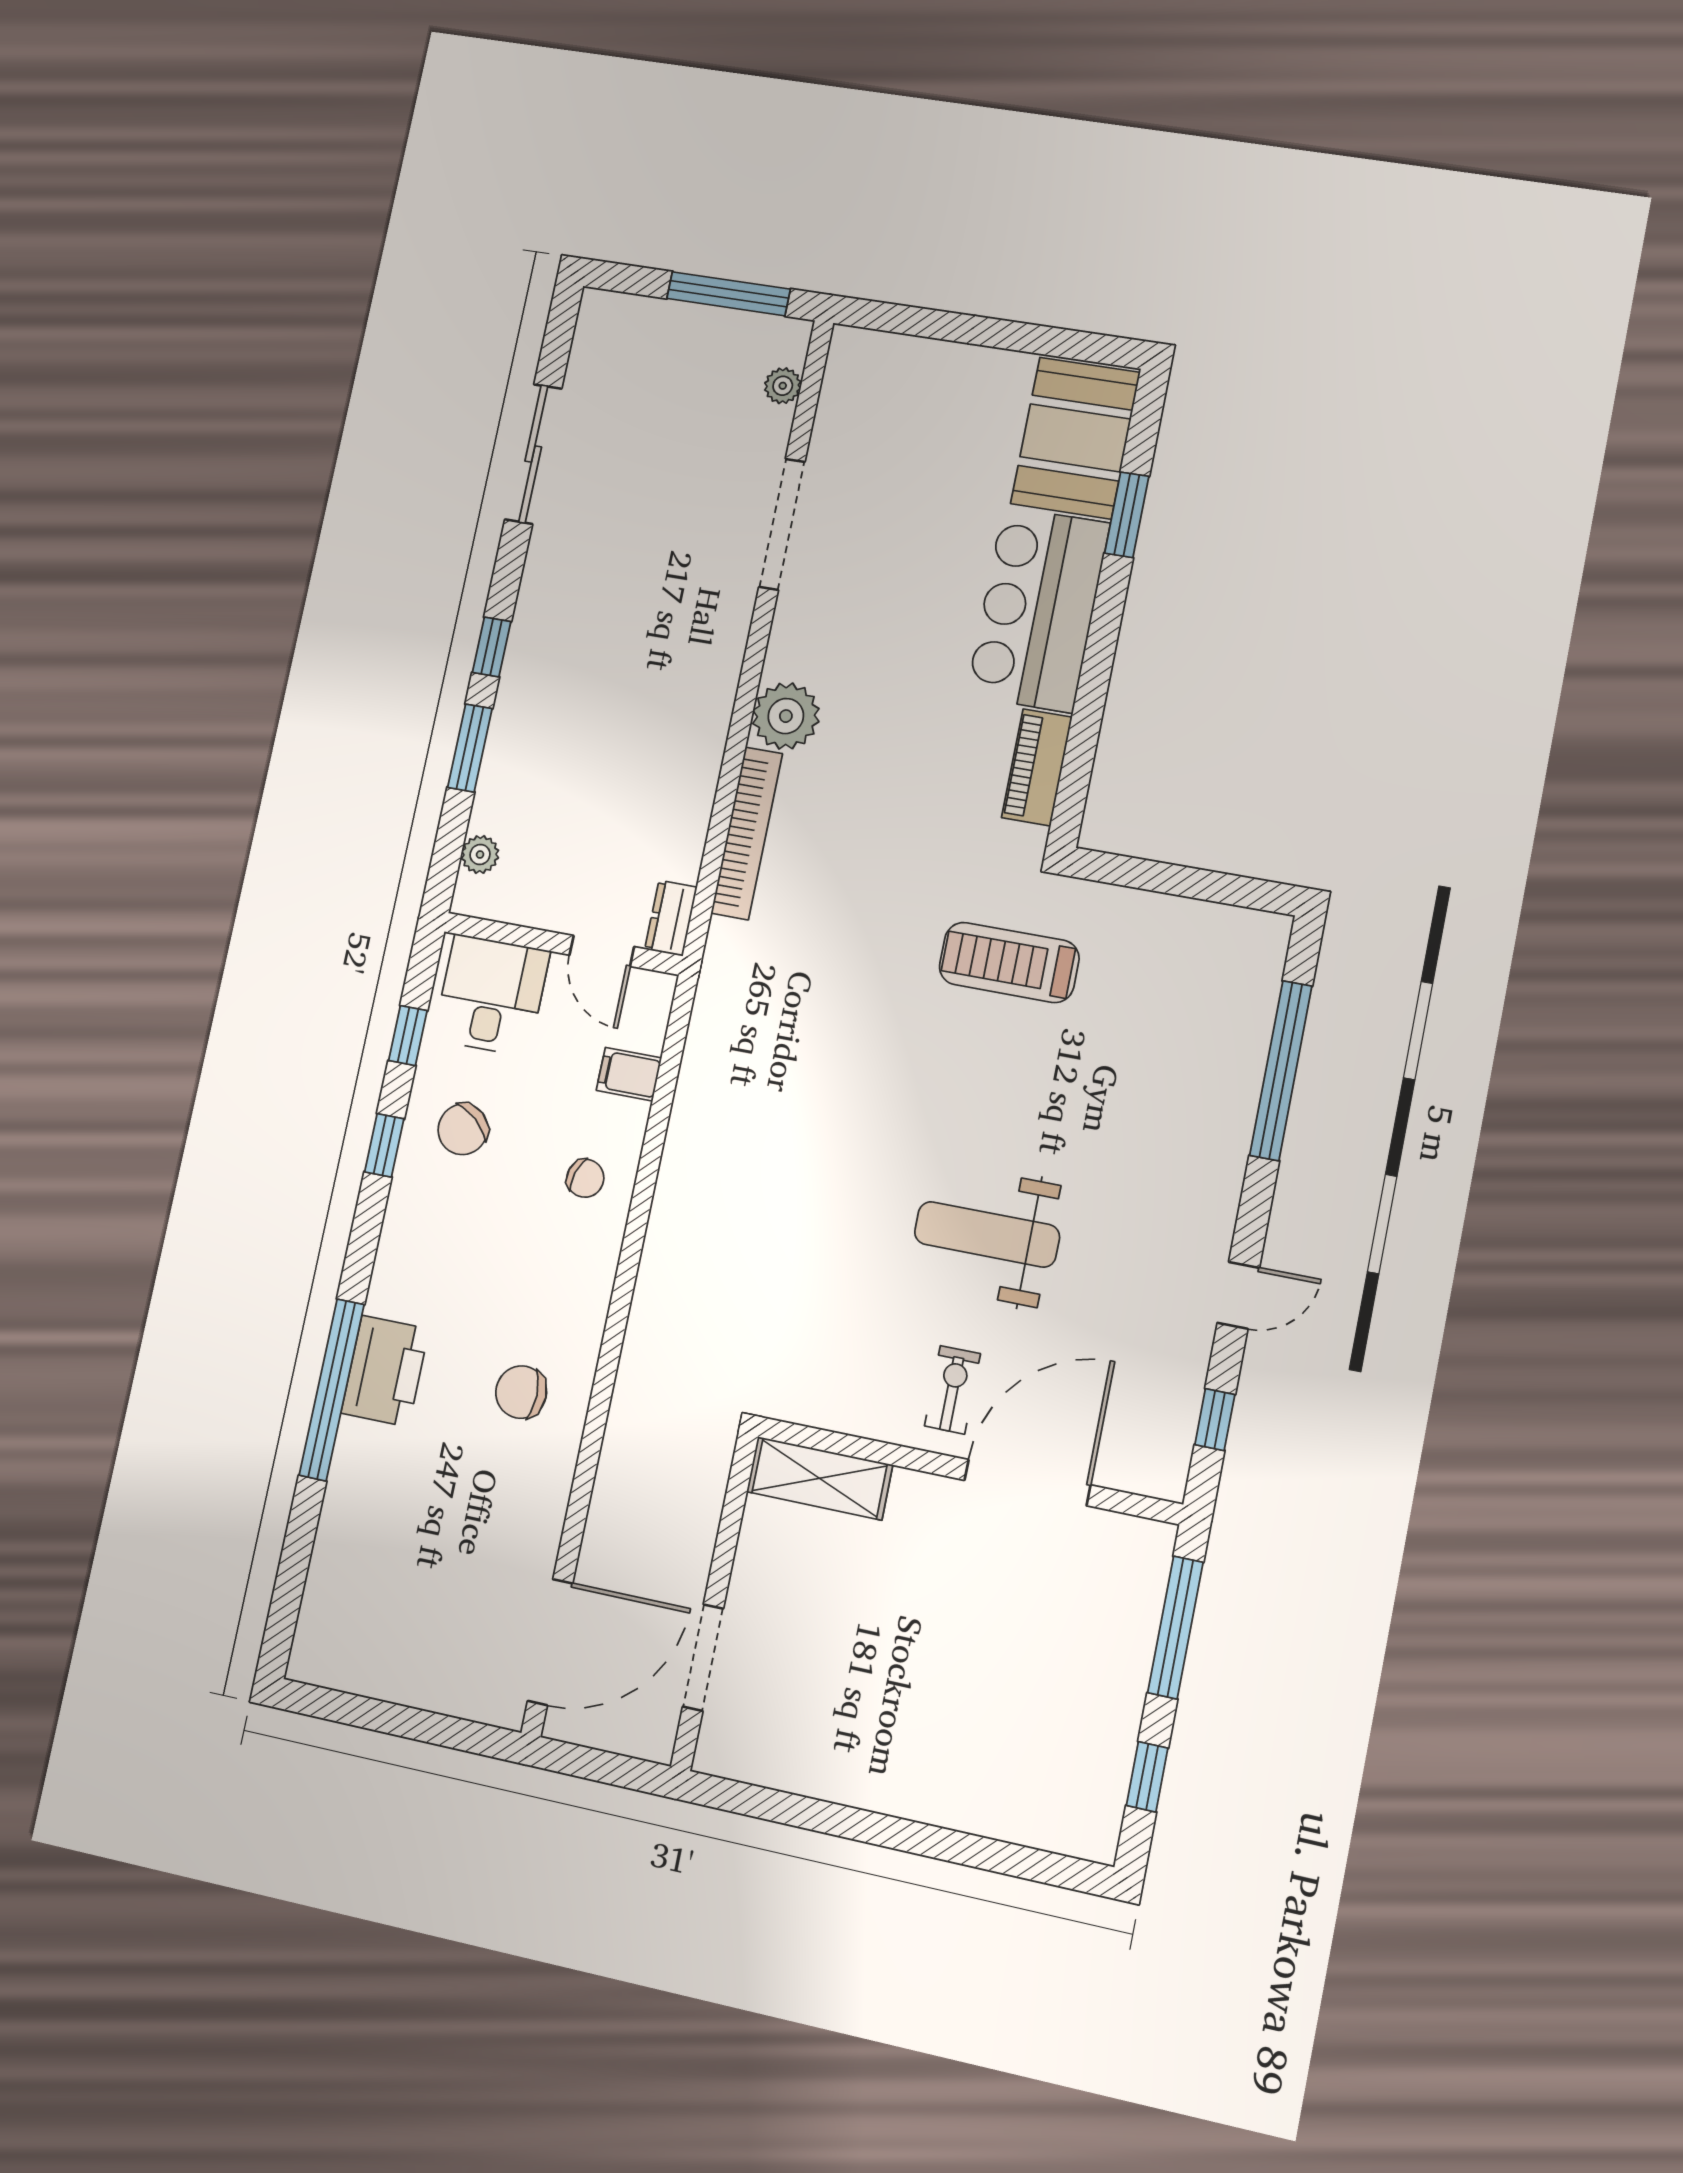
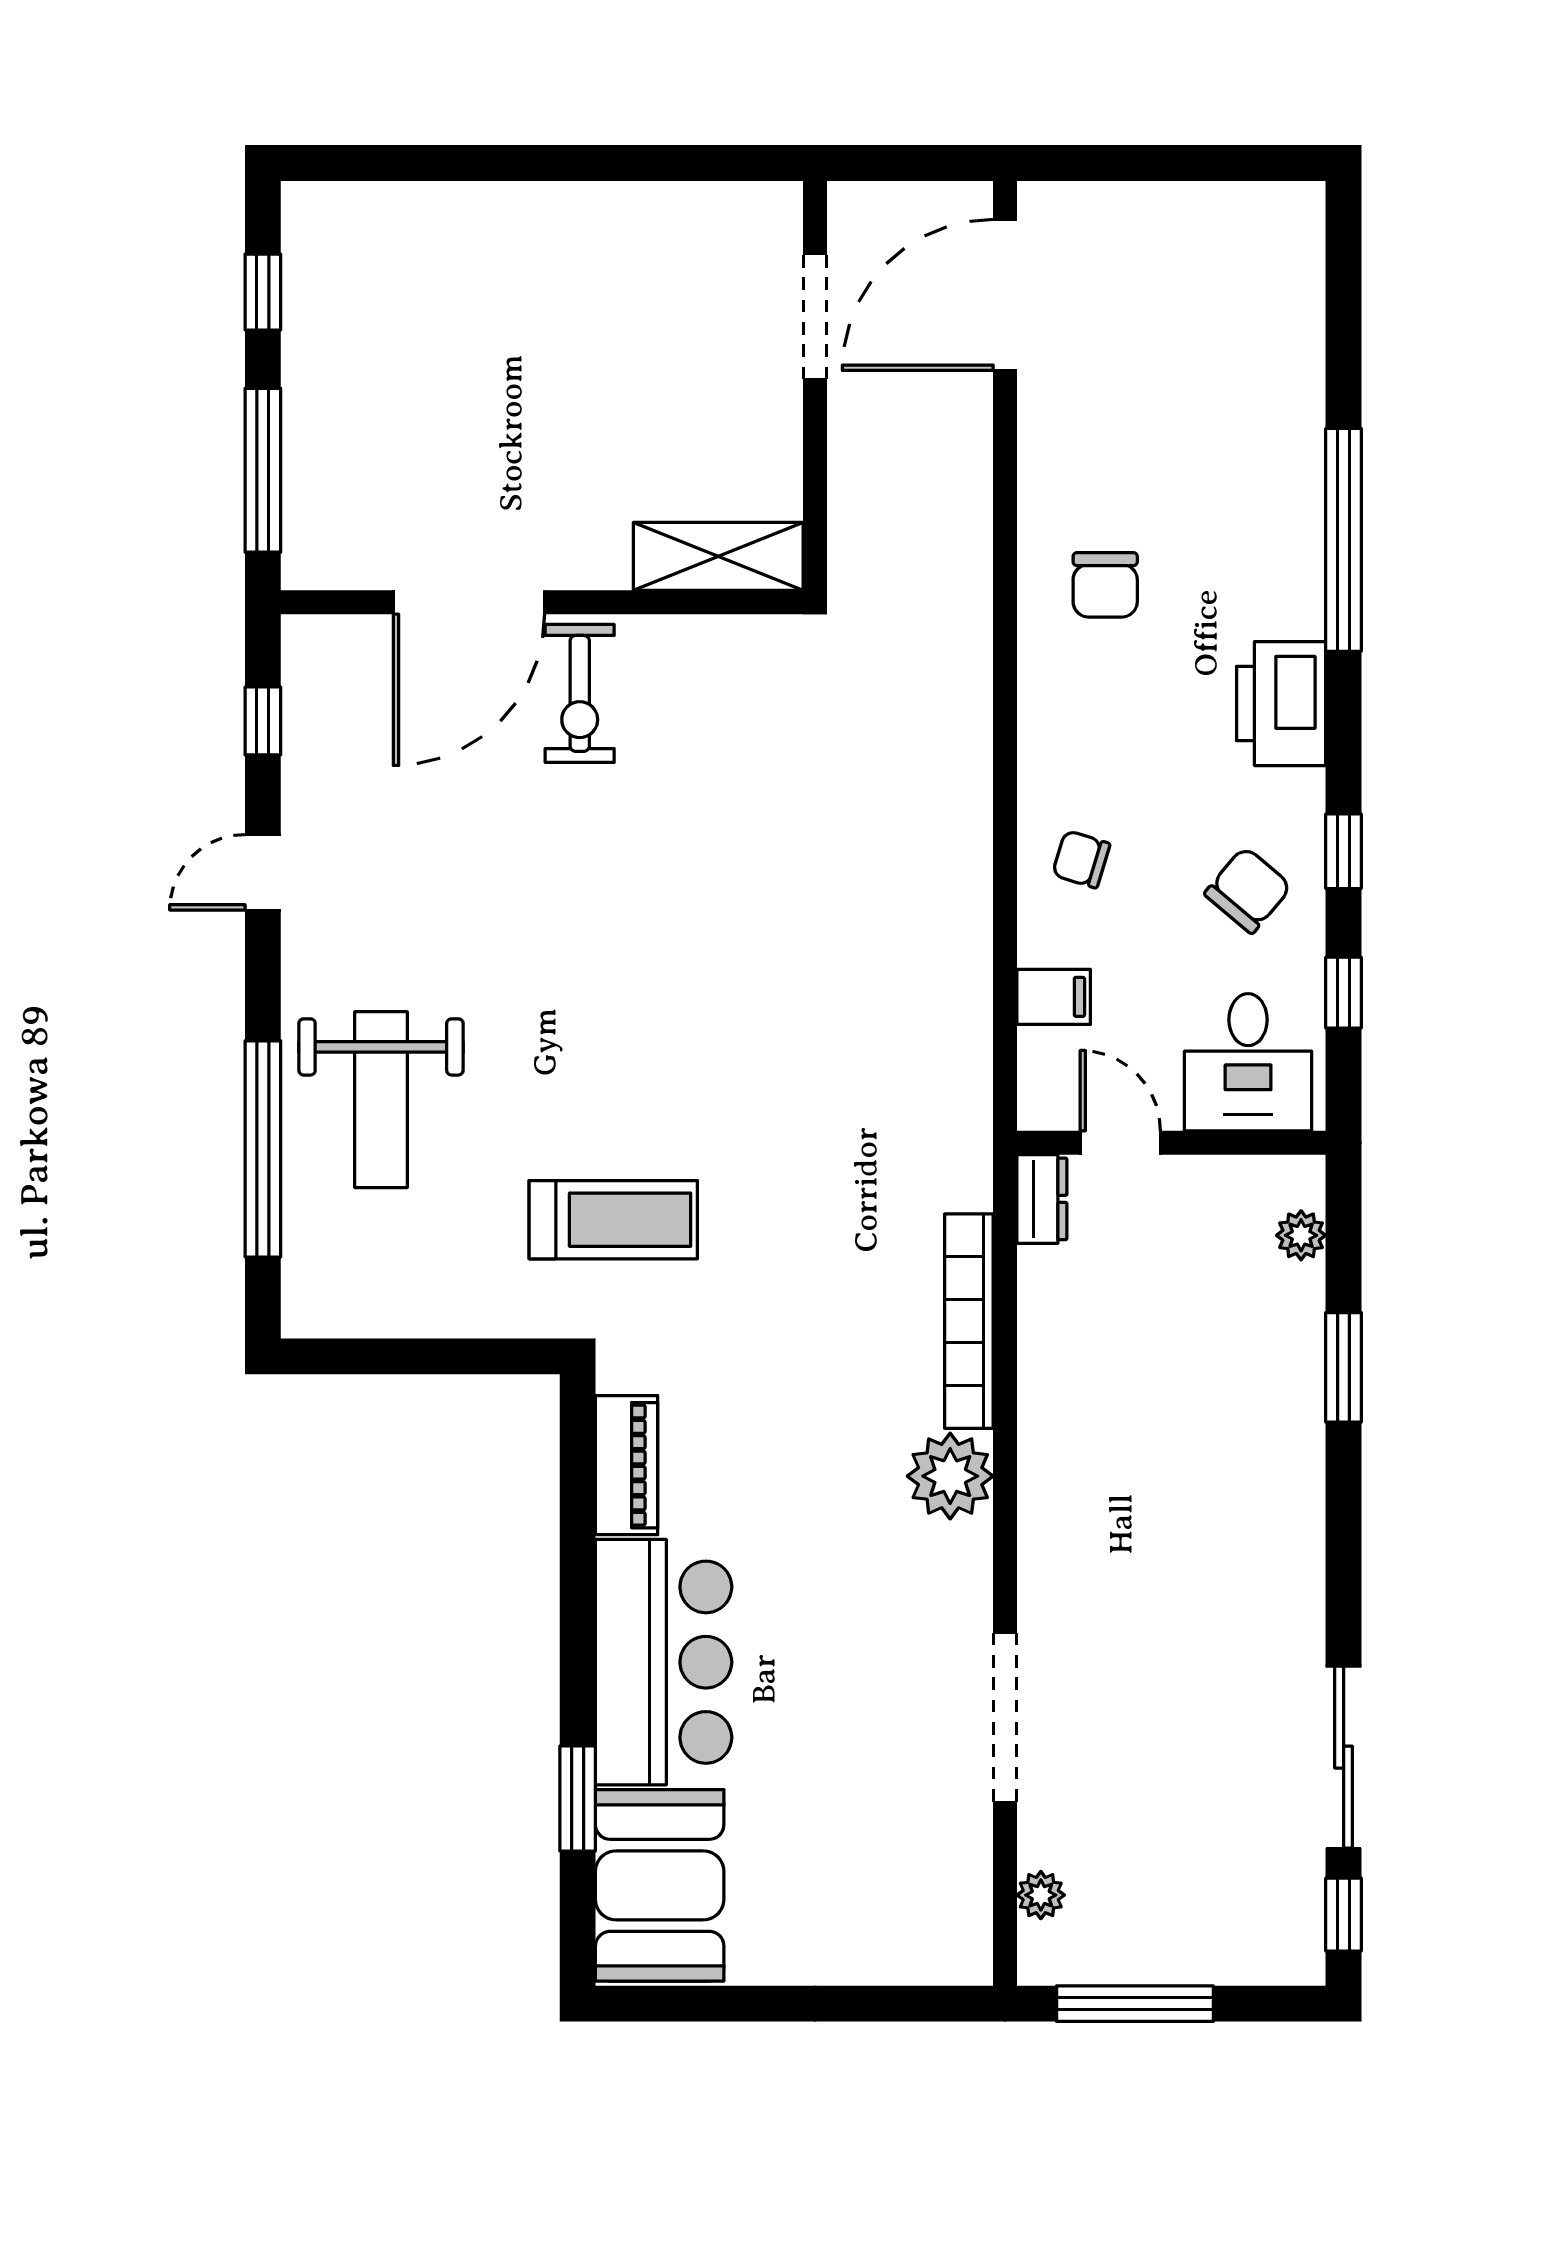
window: (492, 647) -> (1344, 1915), moved
weight bench: (987, 1234) -> (381, 1100), moved, turned 90
printer: (385, 1371) -> (1281, 704), moved
exercise bike: (952, 1390) -> (580, 693), width x1.38, depth x1.39
chair: (521, 1392) -> (1105, 585), turned 90

